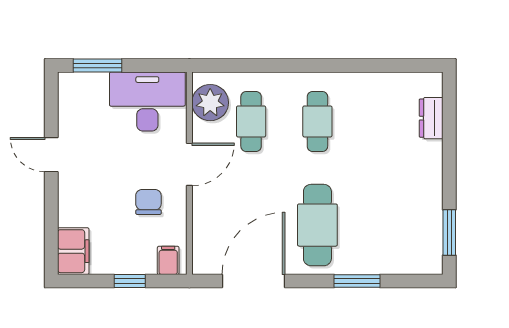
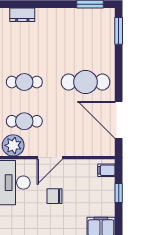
door: (189, 164) -> (50, 158), swing flipped
chair: (148, 202) -> (54, 196), moved
window: (357, 281) -> (119, 31), moved

